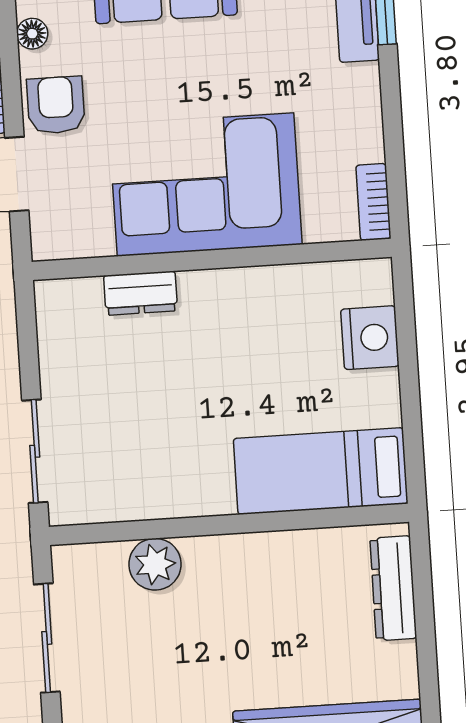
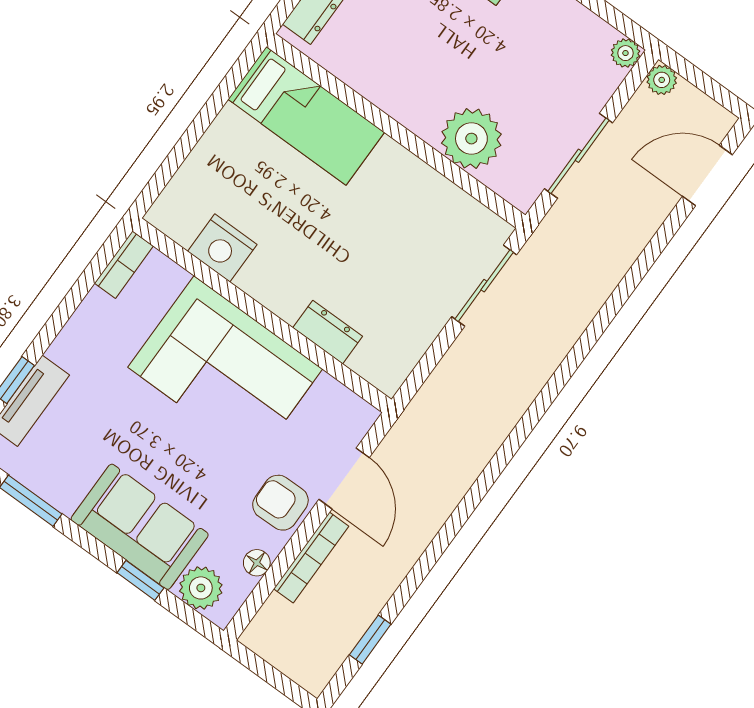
armchair: (56, 105) -> (280, 503), turned 89
nightstand: (370, 338) -> (222, 248), moved, turned -90
plant: (155, 564) -> (471, 139), width x1.36, depth x1.36

